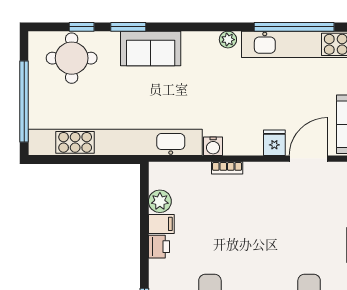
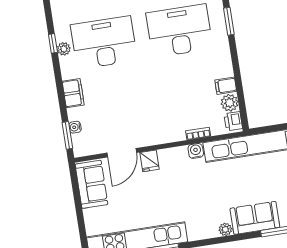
plant: (228, 40) -> (225, 229), moved
bookcase: (227, 168) -> (198, 134), moved
printer: (159, 247) -> (233, 121), moved

